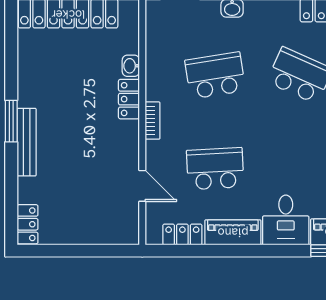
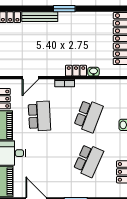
school desk: (215, 75) -> (88, 116), turned 30
bench: (27, 142) -> (40, 17), moved

